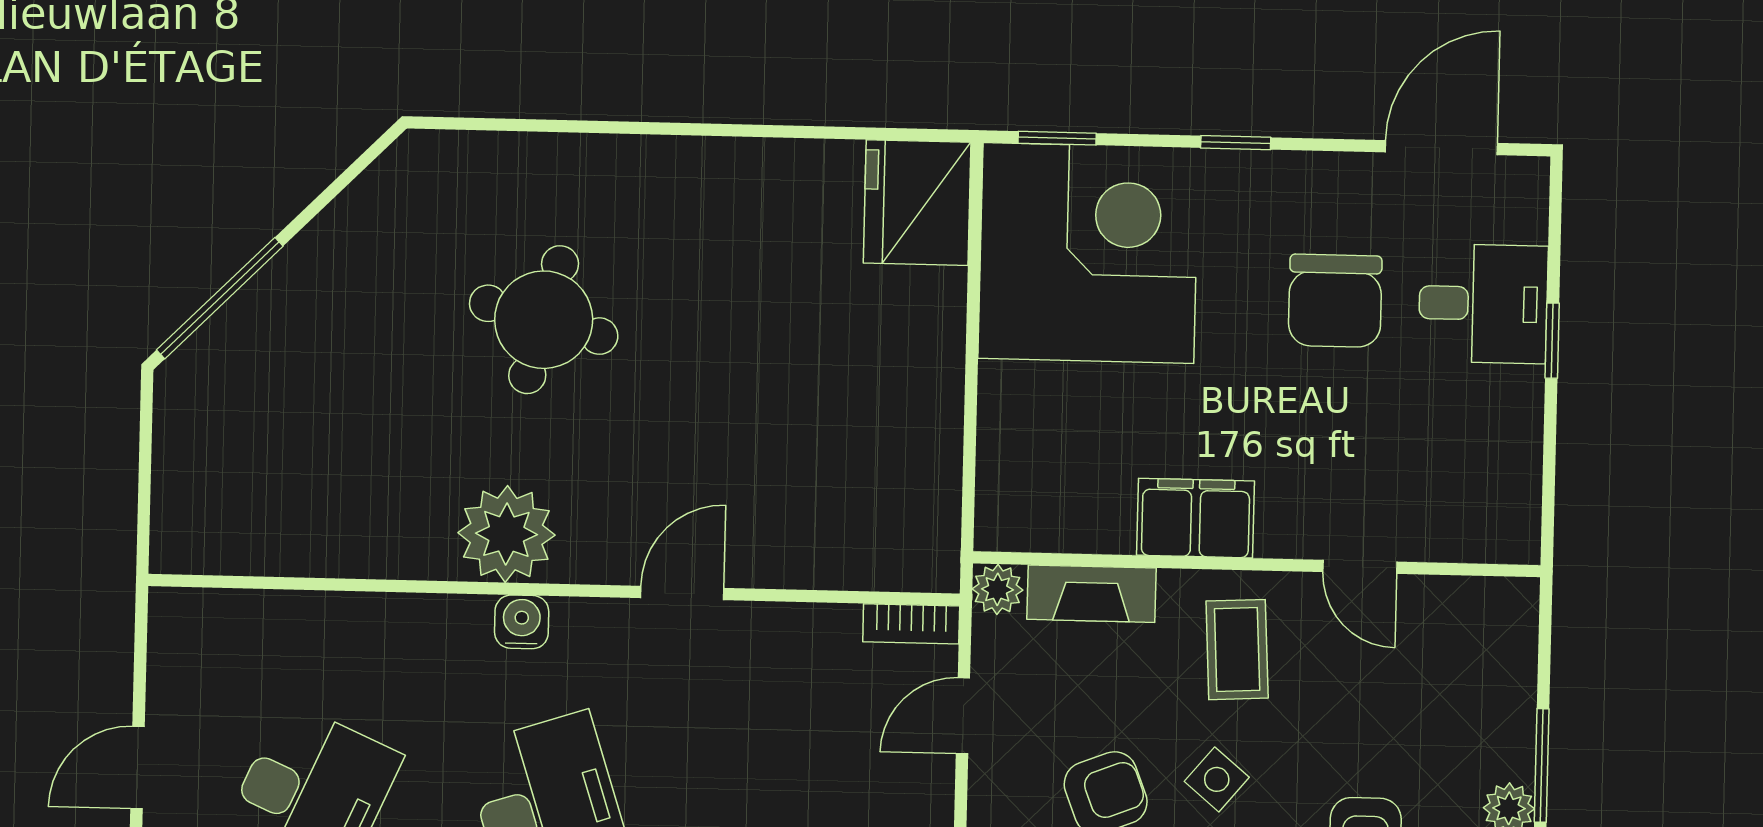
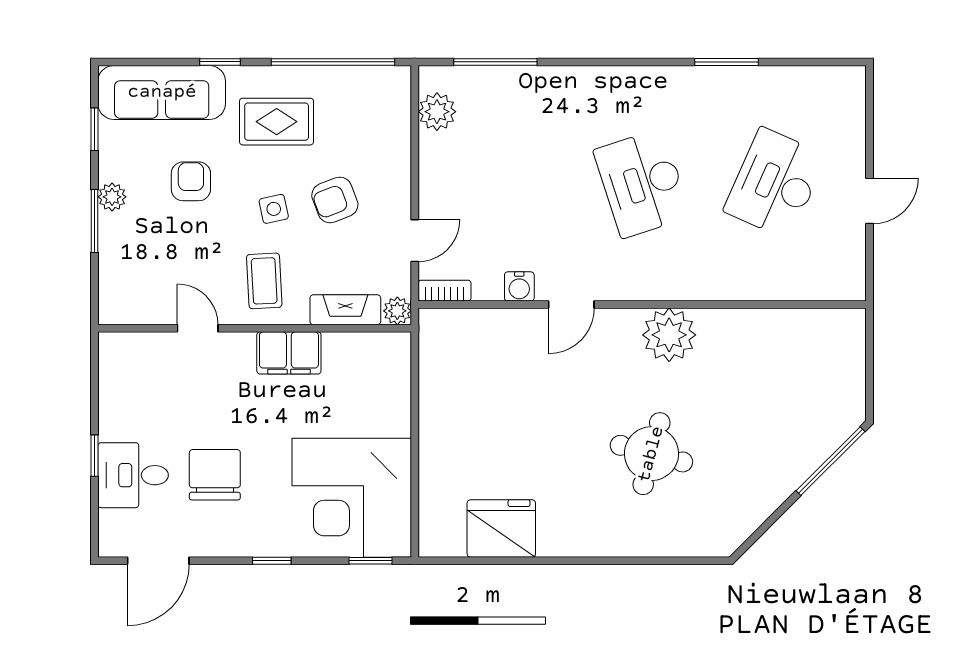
fridge: (917, 203) -> (501, 528), moved, turned -90
water cooler: (522, 622) -> (519, 286), moved
side table: (1217, 779) -> (274, 209), turned 38

